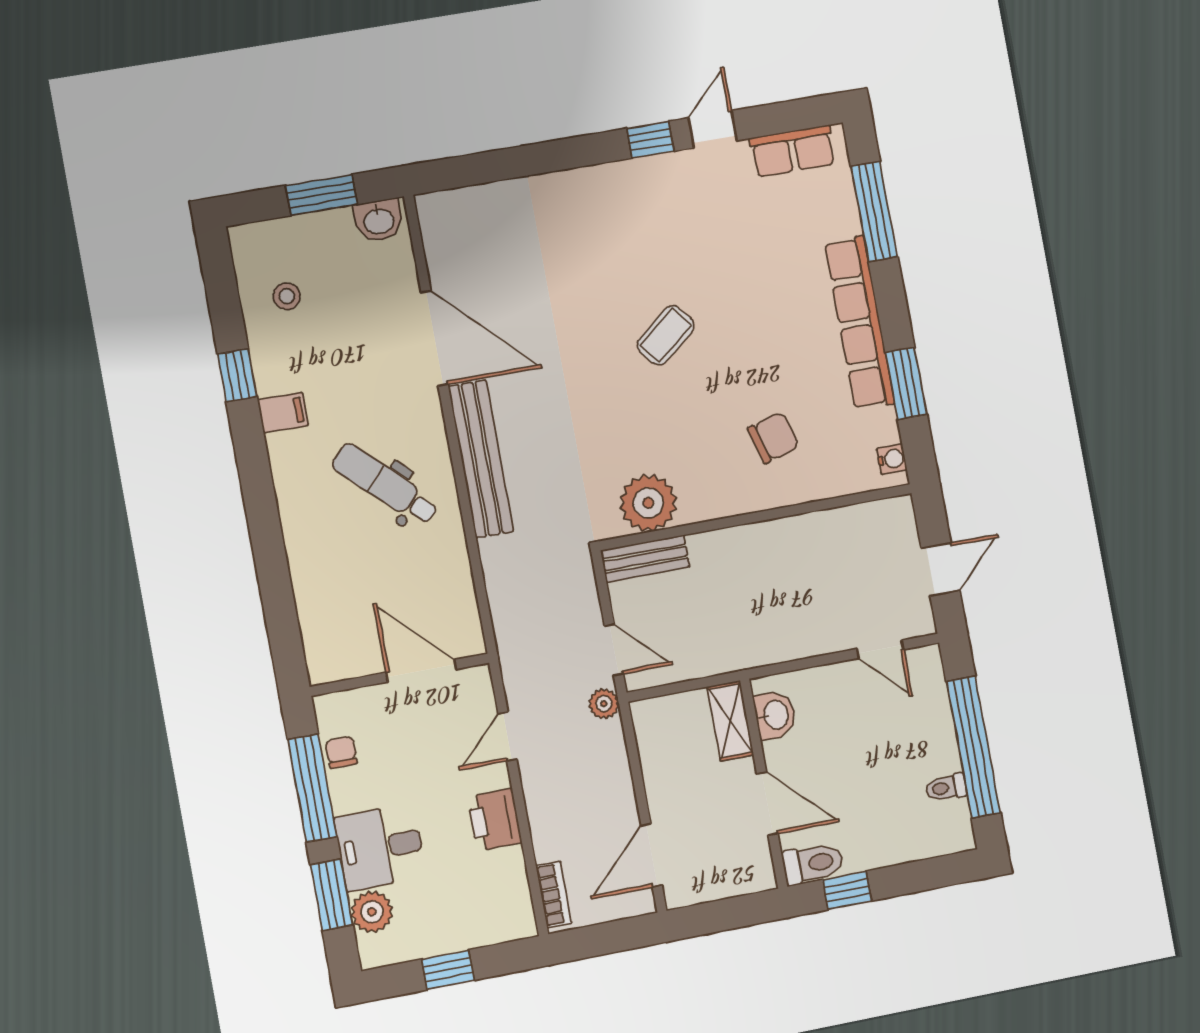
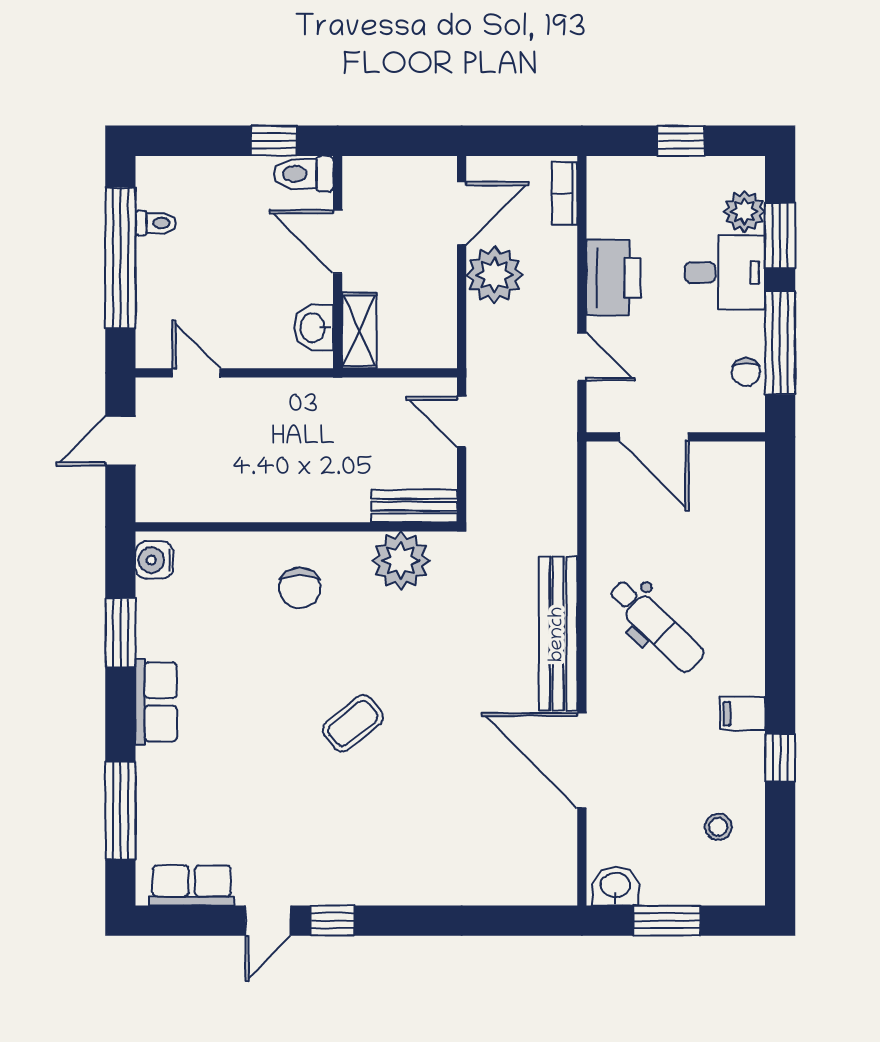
row of seats: (860, 323) -> (156, 702), width x0.50
chair: (773, 438) -> (300, 588), moved, turned -74
water cooler: (892, 459) -> (154, 560), width x1.38, depth x1.38
plant: (604, 704) -> (495, 275), moved, width x1.87, depth x1.87
door: (507, 736) -> (582, 357), hinge flipped
printer: (495, 820) -> (613, 278), width x1.37, depth x1.19

